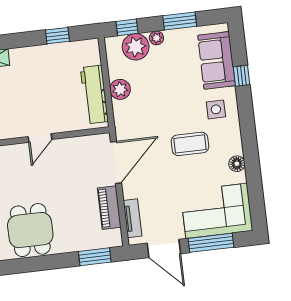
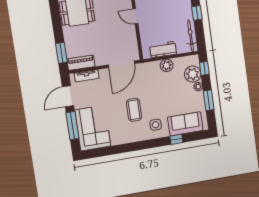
window: (57, 36) -> (197, 13), moved
bicycle: (74, 49) -> (191, 36), added
workbench: (94, 95) -> (163, 50), width x0.73
door: (116, 162) -> (121, 64), hinge flipped
floor lamp: (237, 164) -> (123, 139), removed
piano: (109, 208) -> (81, 63), moved

